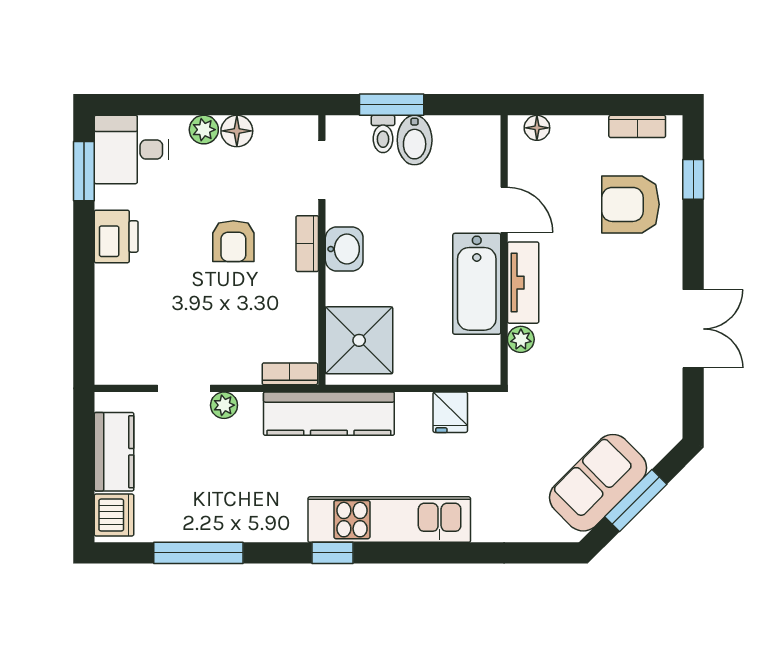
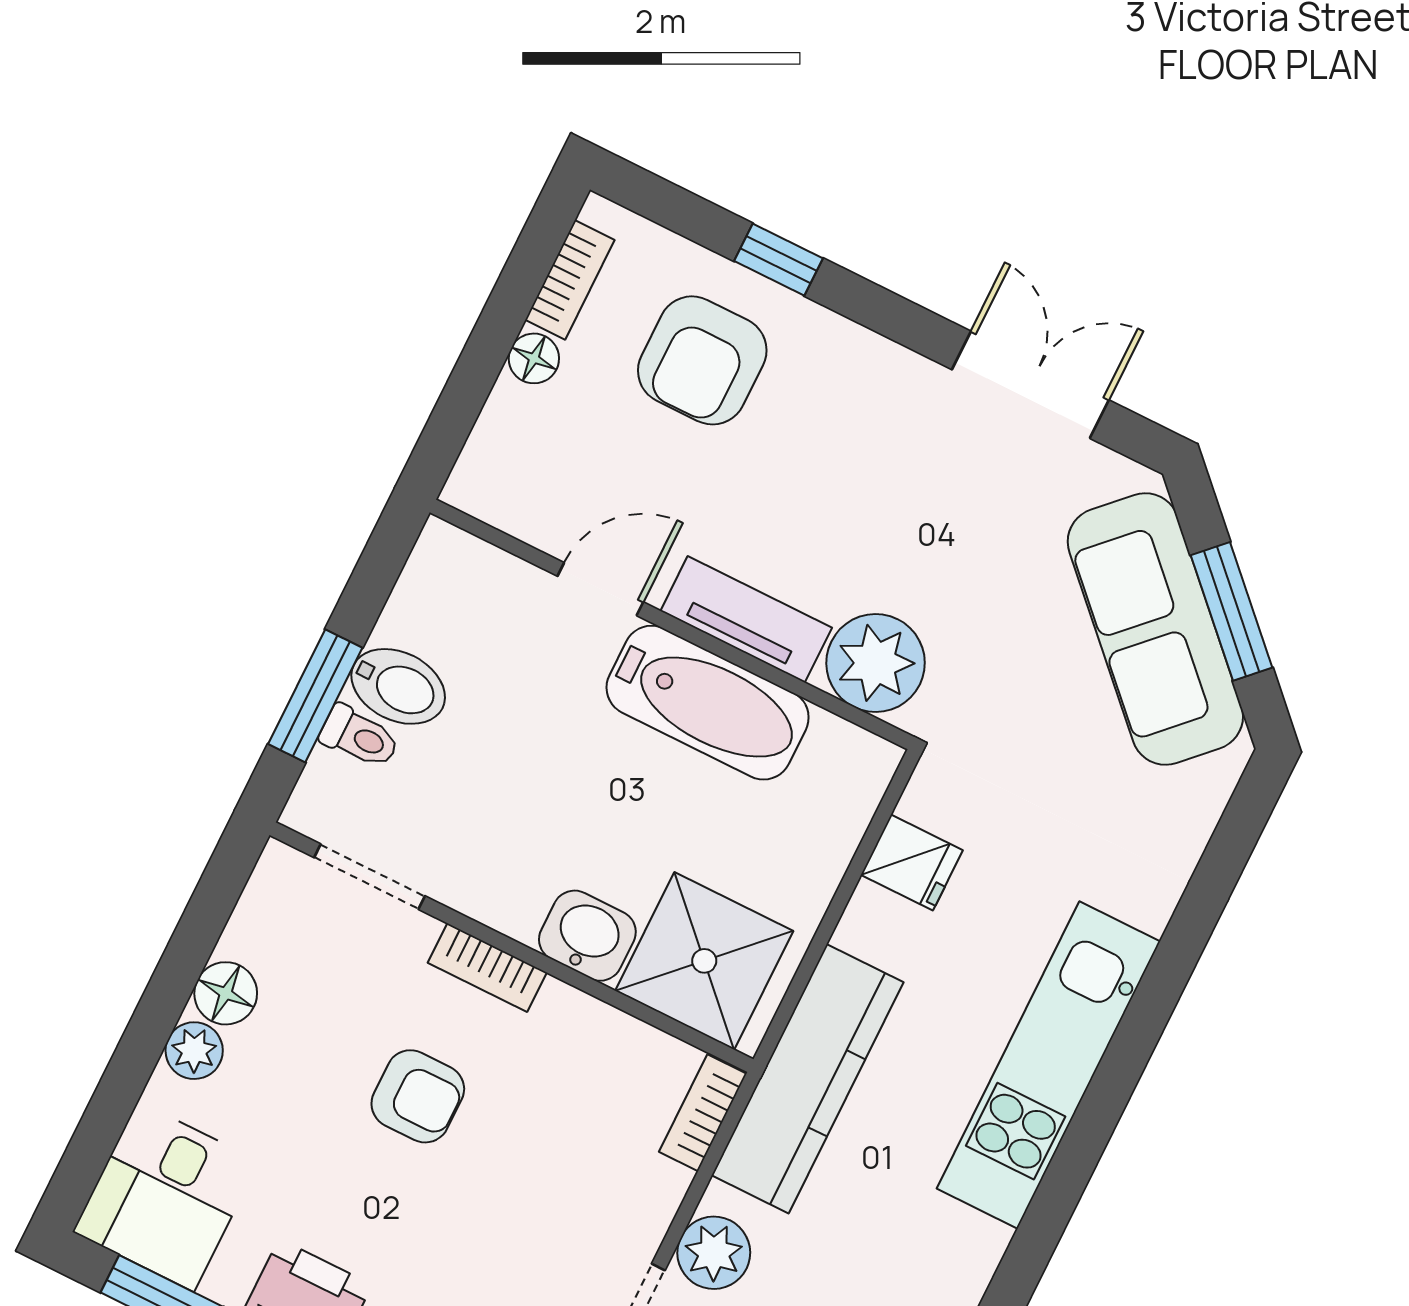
floor lamp: (537, 128) -> (534, 358), moved
window: (693, 179) -> (779, 260), moved
washbasin: (344, 249) -> (587, 936), moved
double door: (693, 329) -> (1030, 385), moved
plant: (521, 339) -> (876, 663), width x1.88, depth x1.88
plant: (224, 405) -> (714, 1253), width x1.38, depth x1.38
sofa: (598, 483) -> (1155, 629), width x1.36
window: (333, 553) -> (1058, 1195), removed

